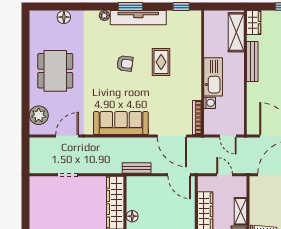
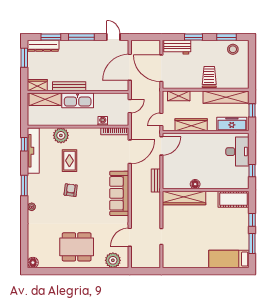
floor lamp: (64, 17) -> (33, 263), moved
tv unit: (138, 18) -> (33, 151), moved
plant: (192, 51) -> (61, 135), added
rug: (161, 62) -> (69, 161), turned 90
kitchen sink: (213, 77) -> (78, 100), moved, turned 180
door: (67, 136) -> (130, 237), hinge flipped
door: (225, 175) -> (161, 119), moved
shelving: (241, 211) -> (179, 96), moved

